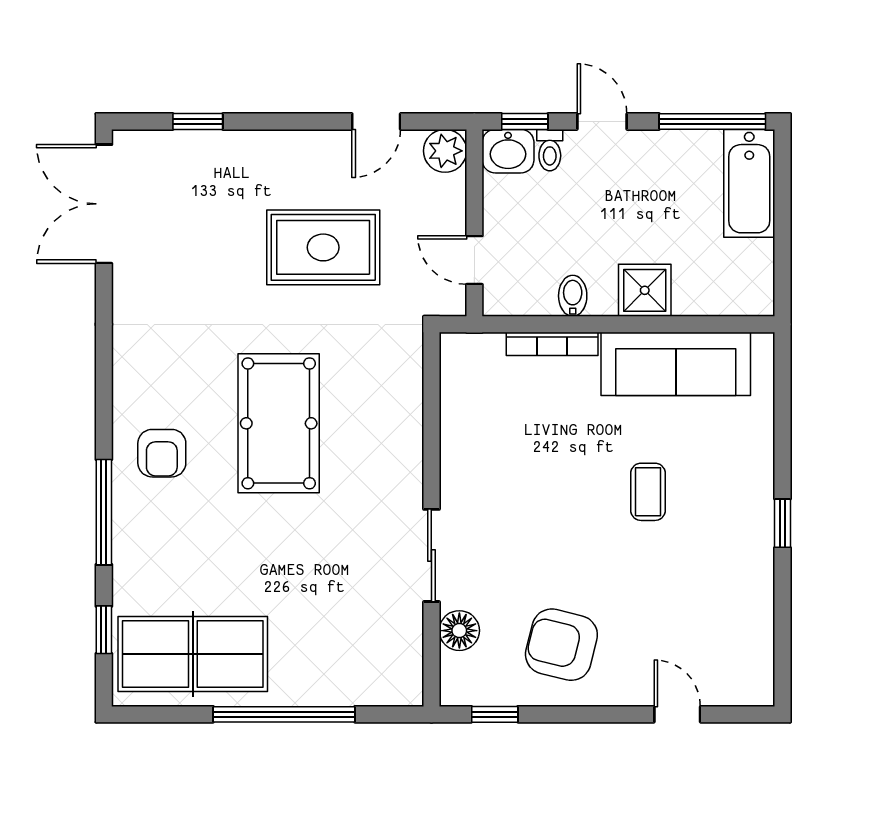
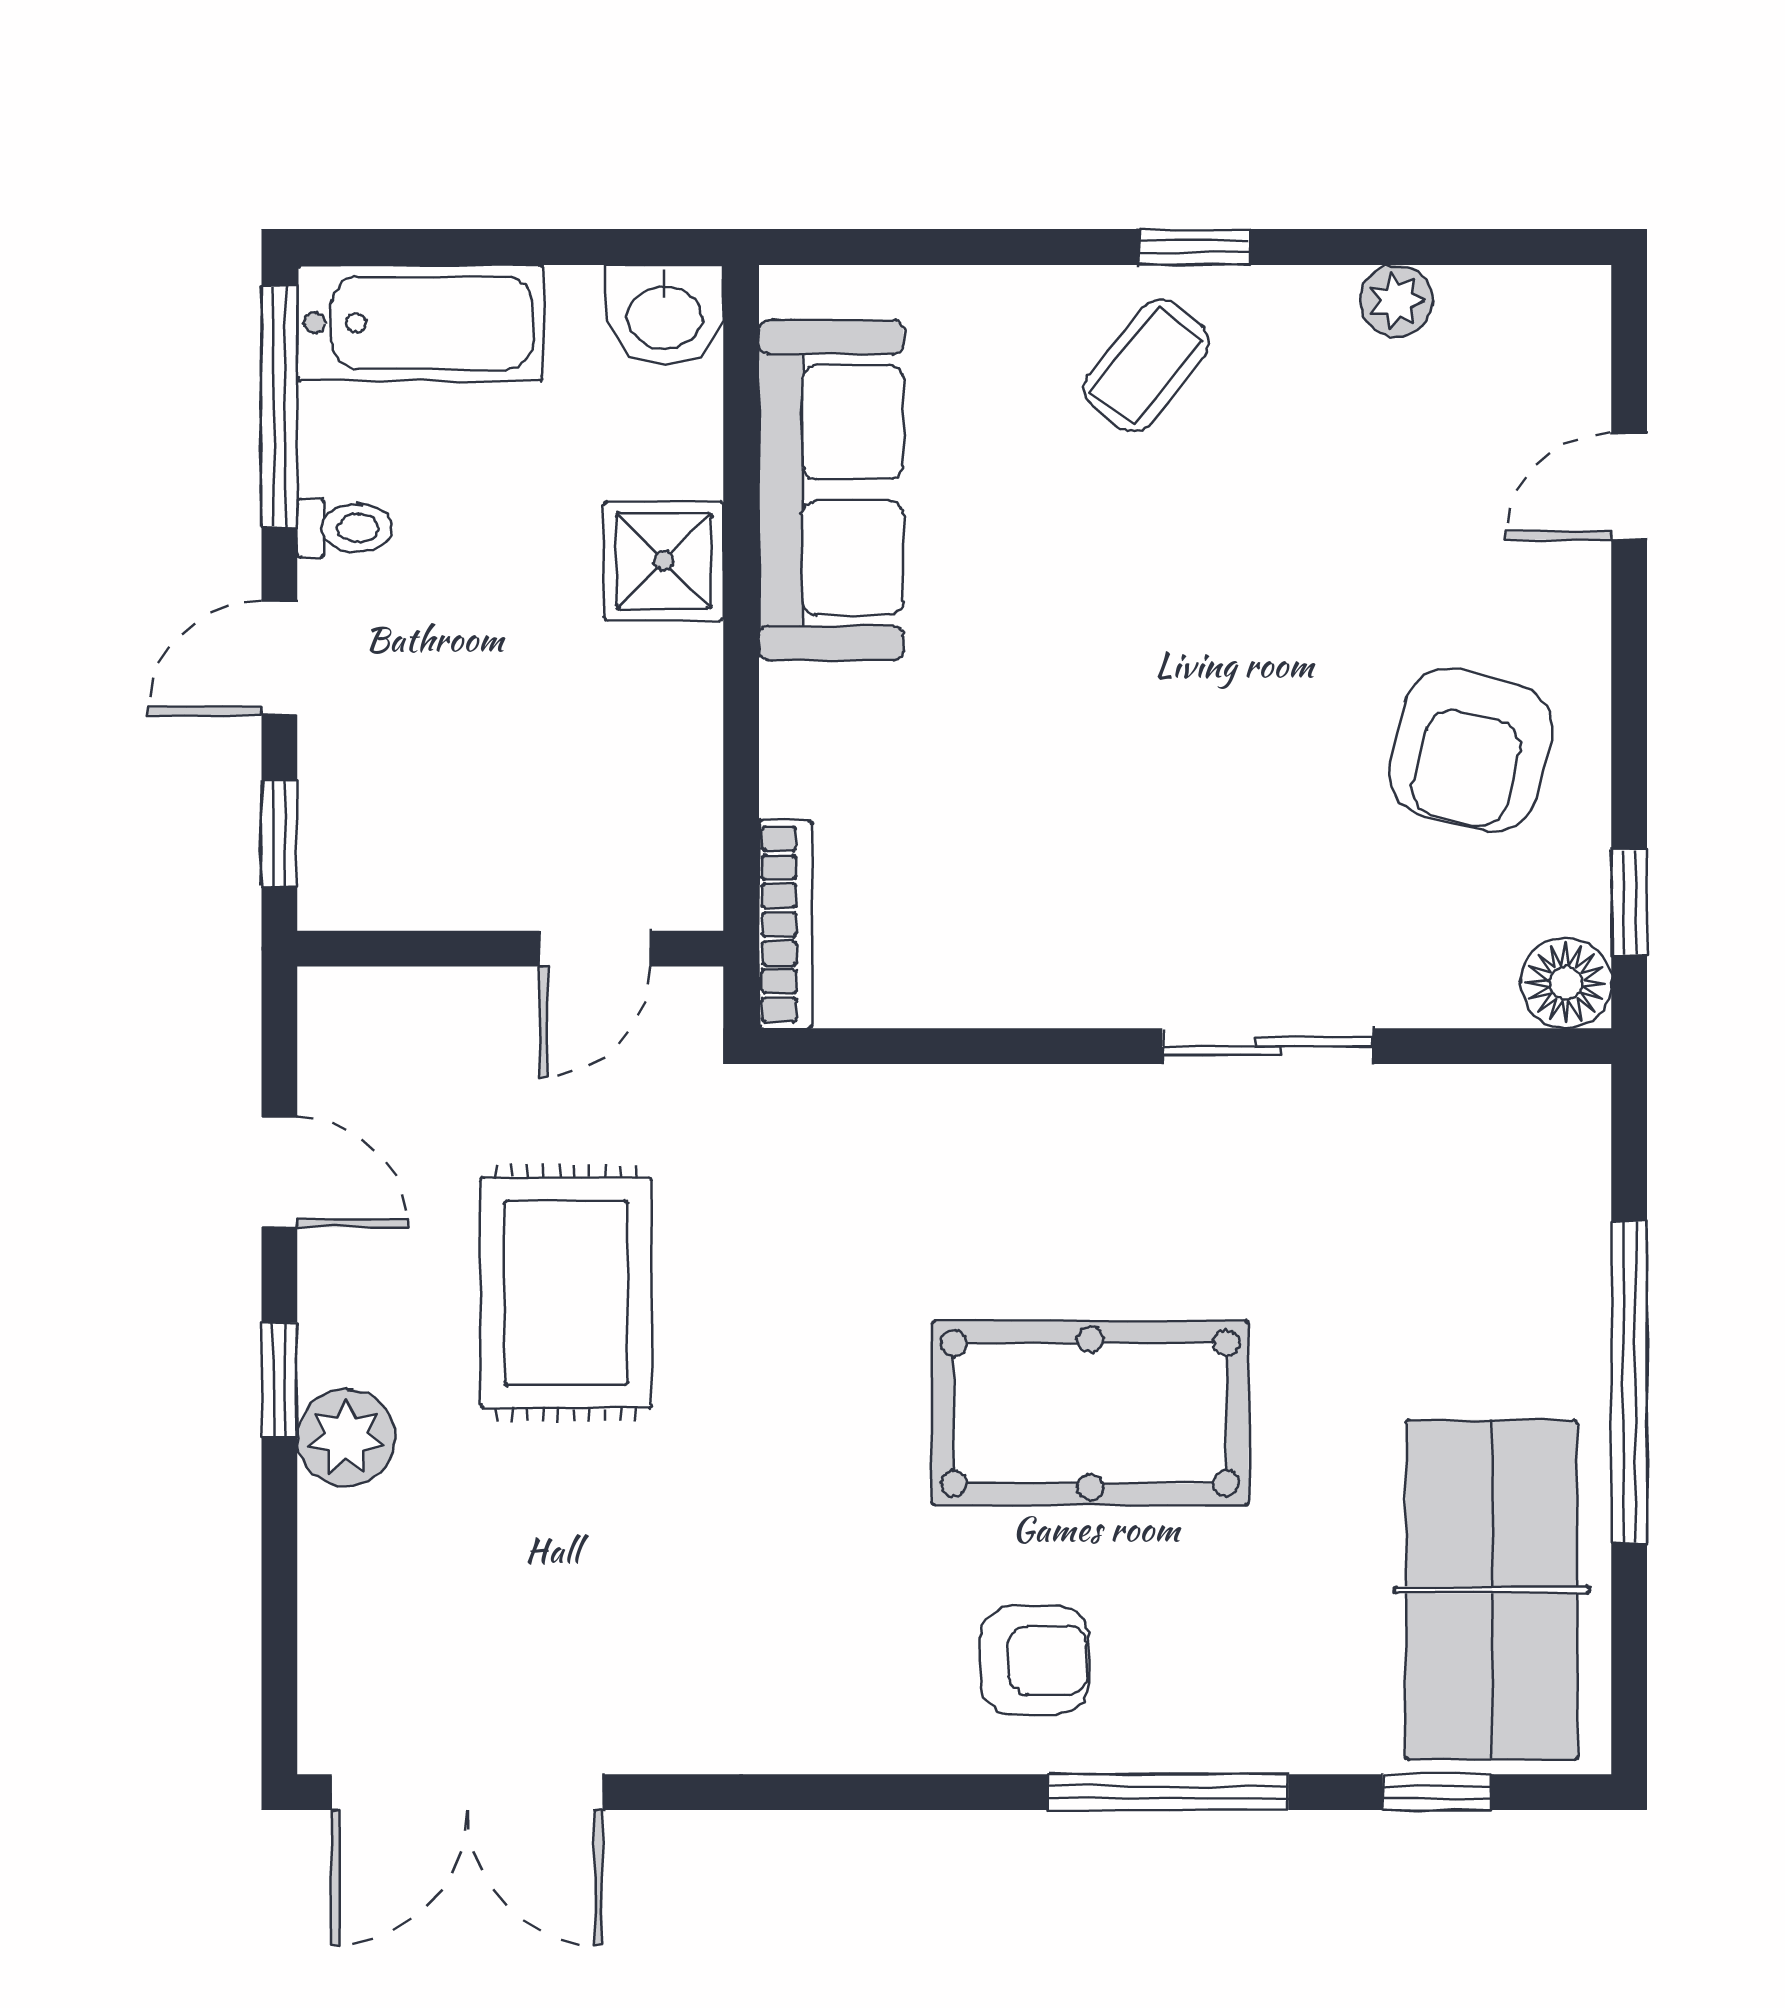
window: (198, 121) -> (279, 1380), moved
toilet: (550, 150) -> (345, 528), moved
plant: (445, 151) -> (346, 1438), moved
washbasin: (508, 151) -> (665, 315), moved, turned 90
bidet: (573, 296) -> (676, 725), removed
bookcase: (552, 344) -> (786, 924), moved
pool table: (279, 423) -> (1090, 1413), moved
coffee table: (648, 492) -> (1147, 366), moved, turned -51
plant: (759, 612) -> (1396, 301), added
floor lamp: (459, 631) -> (1566, 983), moved

